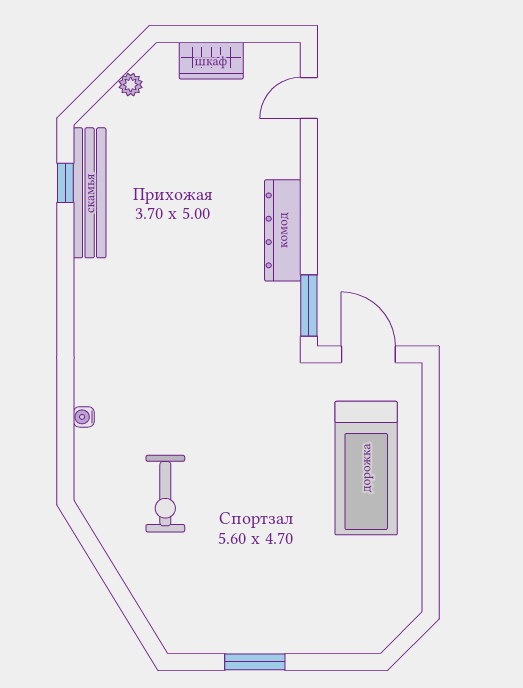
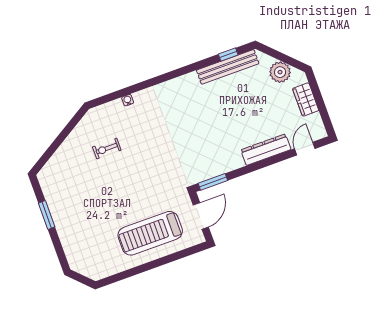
plant: (131, 85) -> (280, 72), width x1.87, depth x1.87
door: (309, 98) -> (305, 149), hinge flipped
dresser: (283, 230) -> (266, 150), moved
exercise bike: (165, 494) -> (107, 149), width x0.73, depth x0.72

